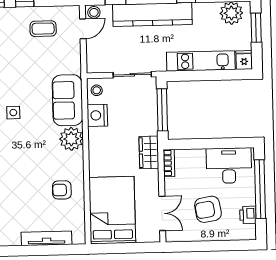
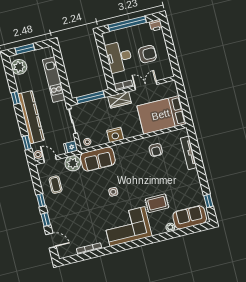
fridge: (244, 60) -> (71, 147), moved
nightstand: (97, 115) -> (115, 135), moved
plant: (71, 139) -> (73, 163), moved
desk: (229, 166) -> (119, 57), moved
armchair: (208, 209) -> (147, 54), turned -81
double door: (162, 213) -> (146, 85), moved
printer: (248, 215) -> (156, 25), moved

